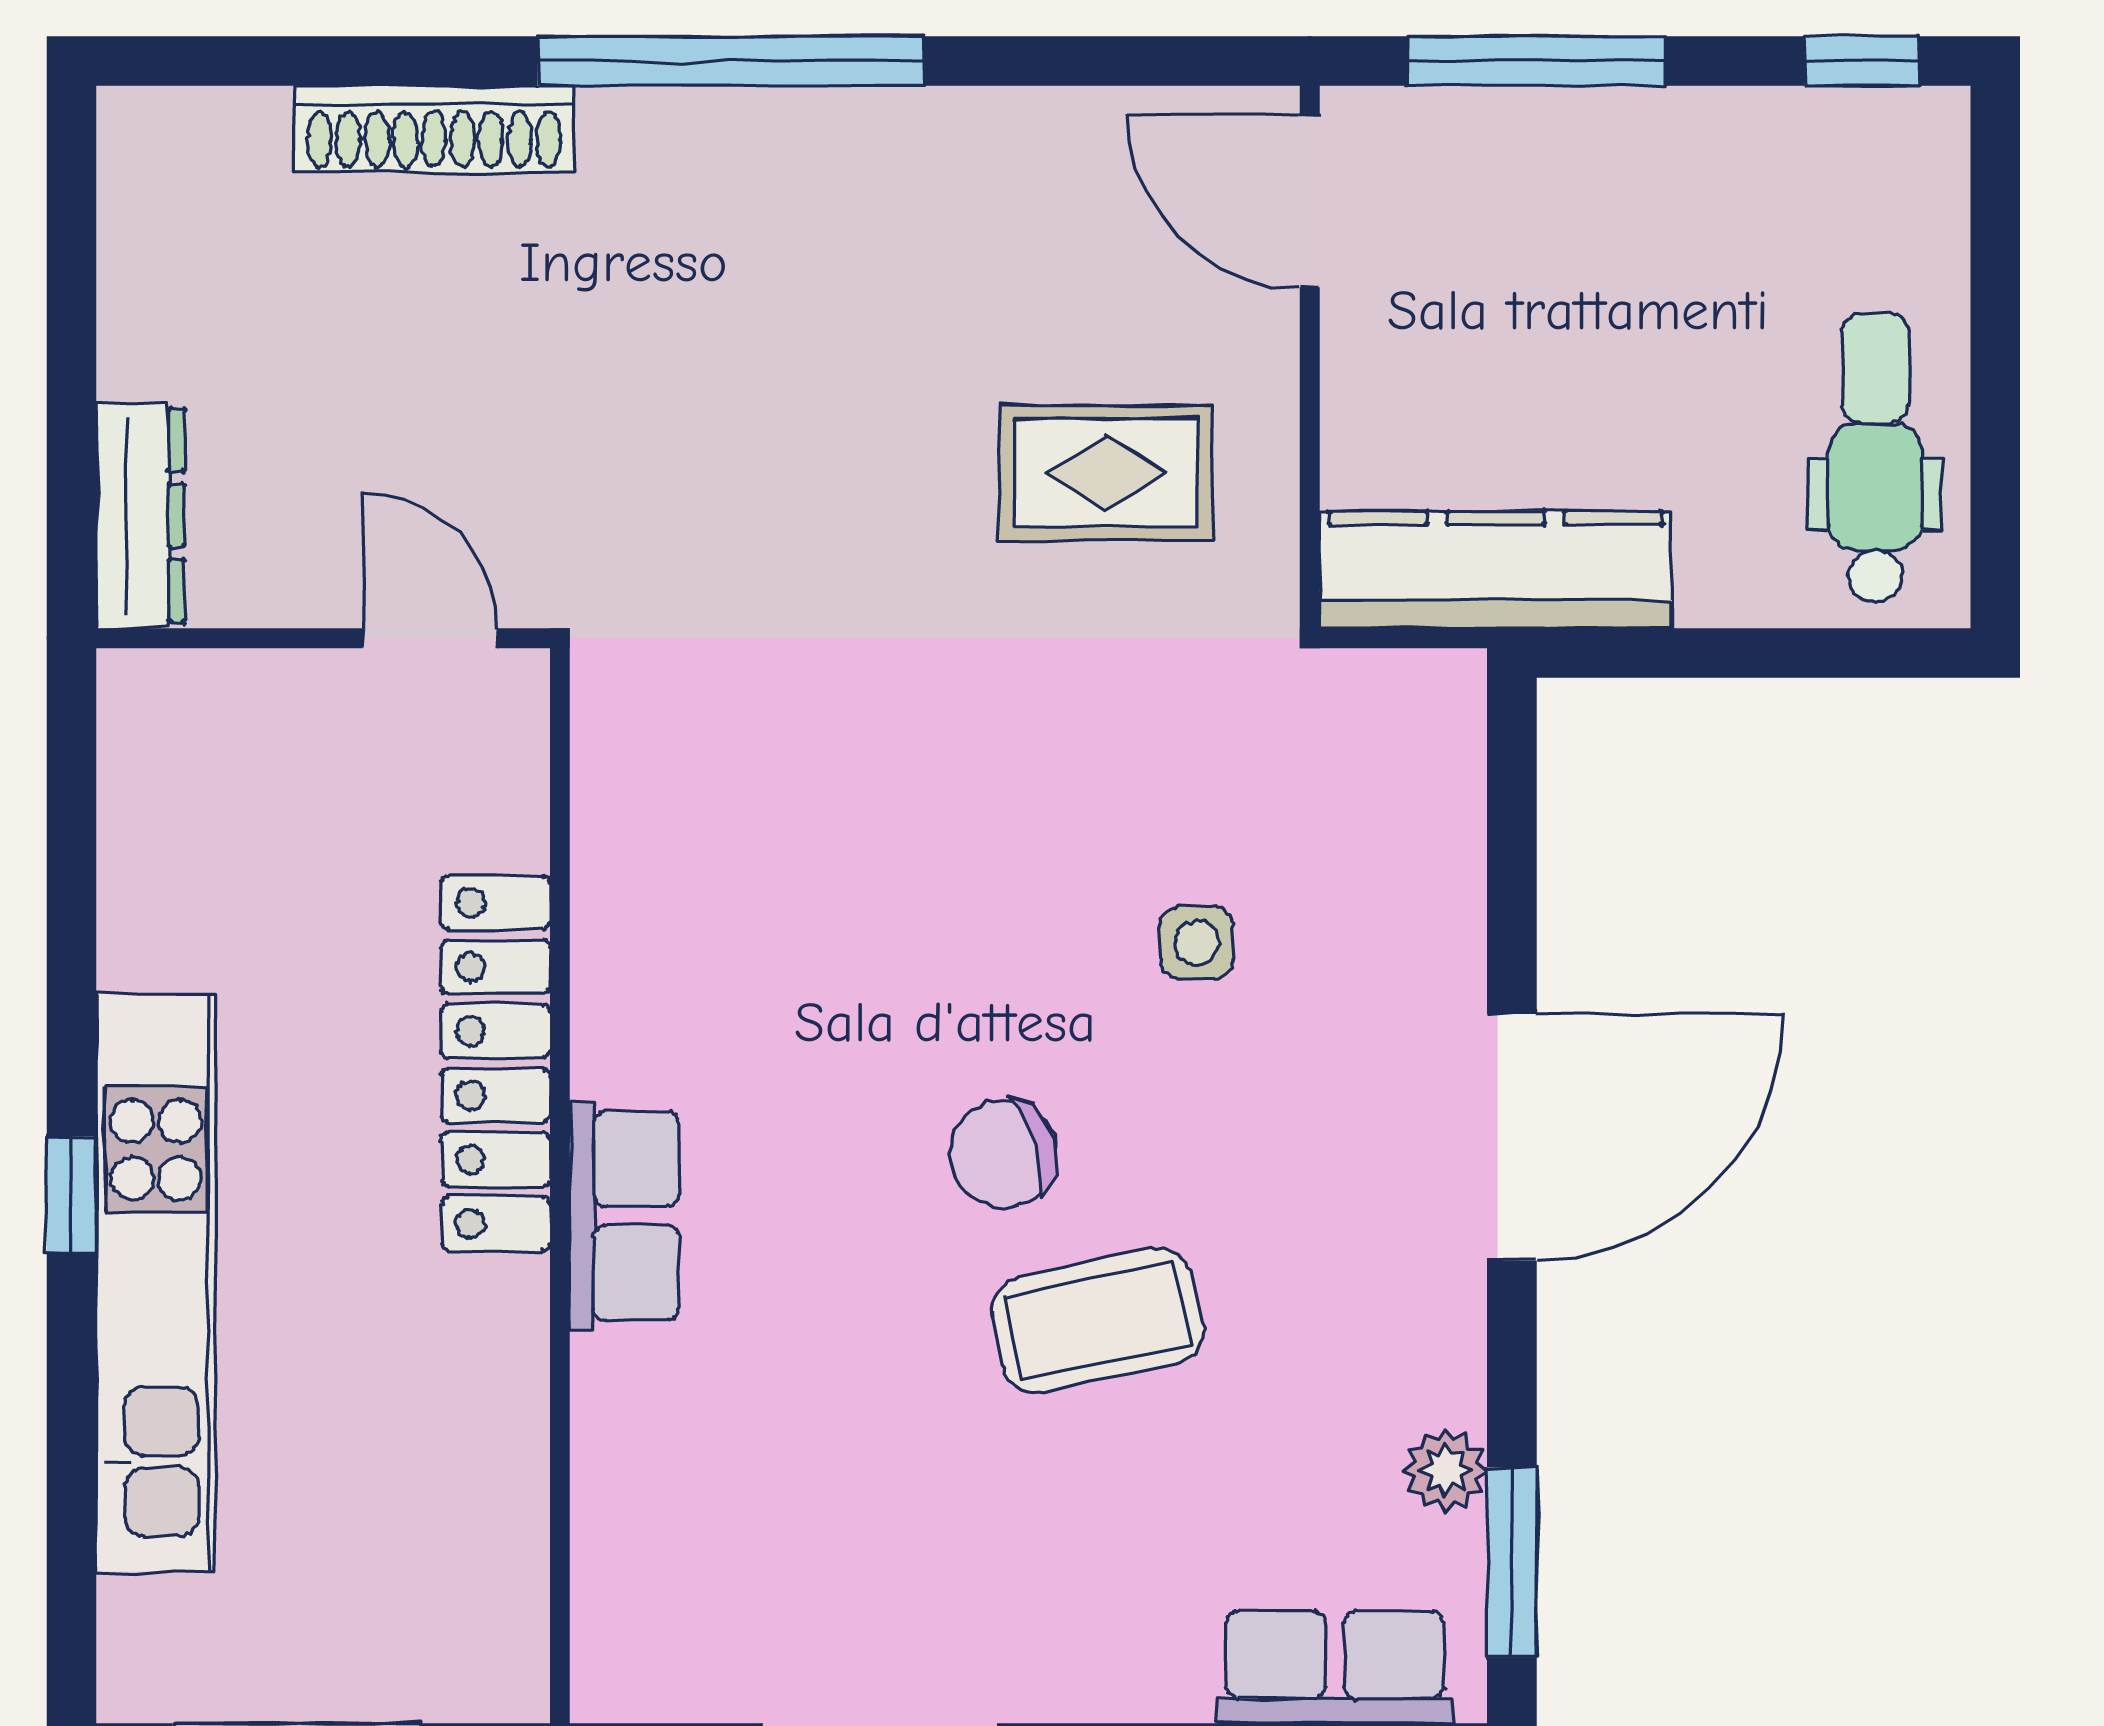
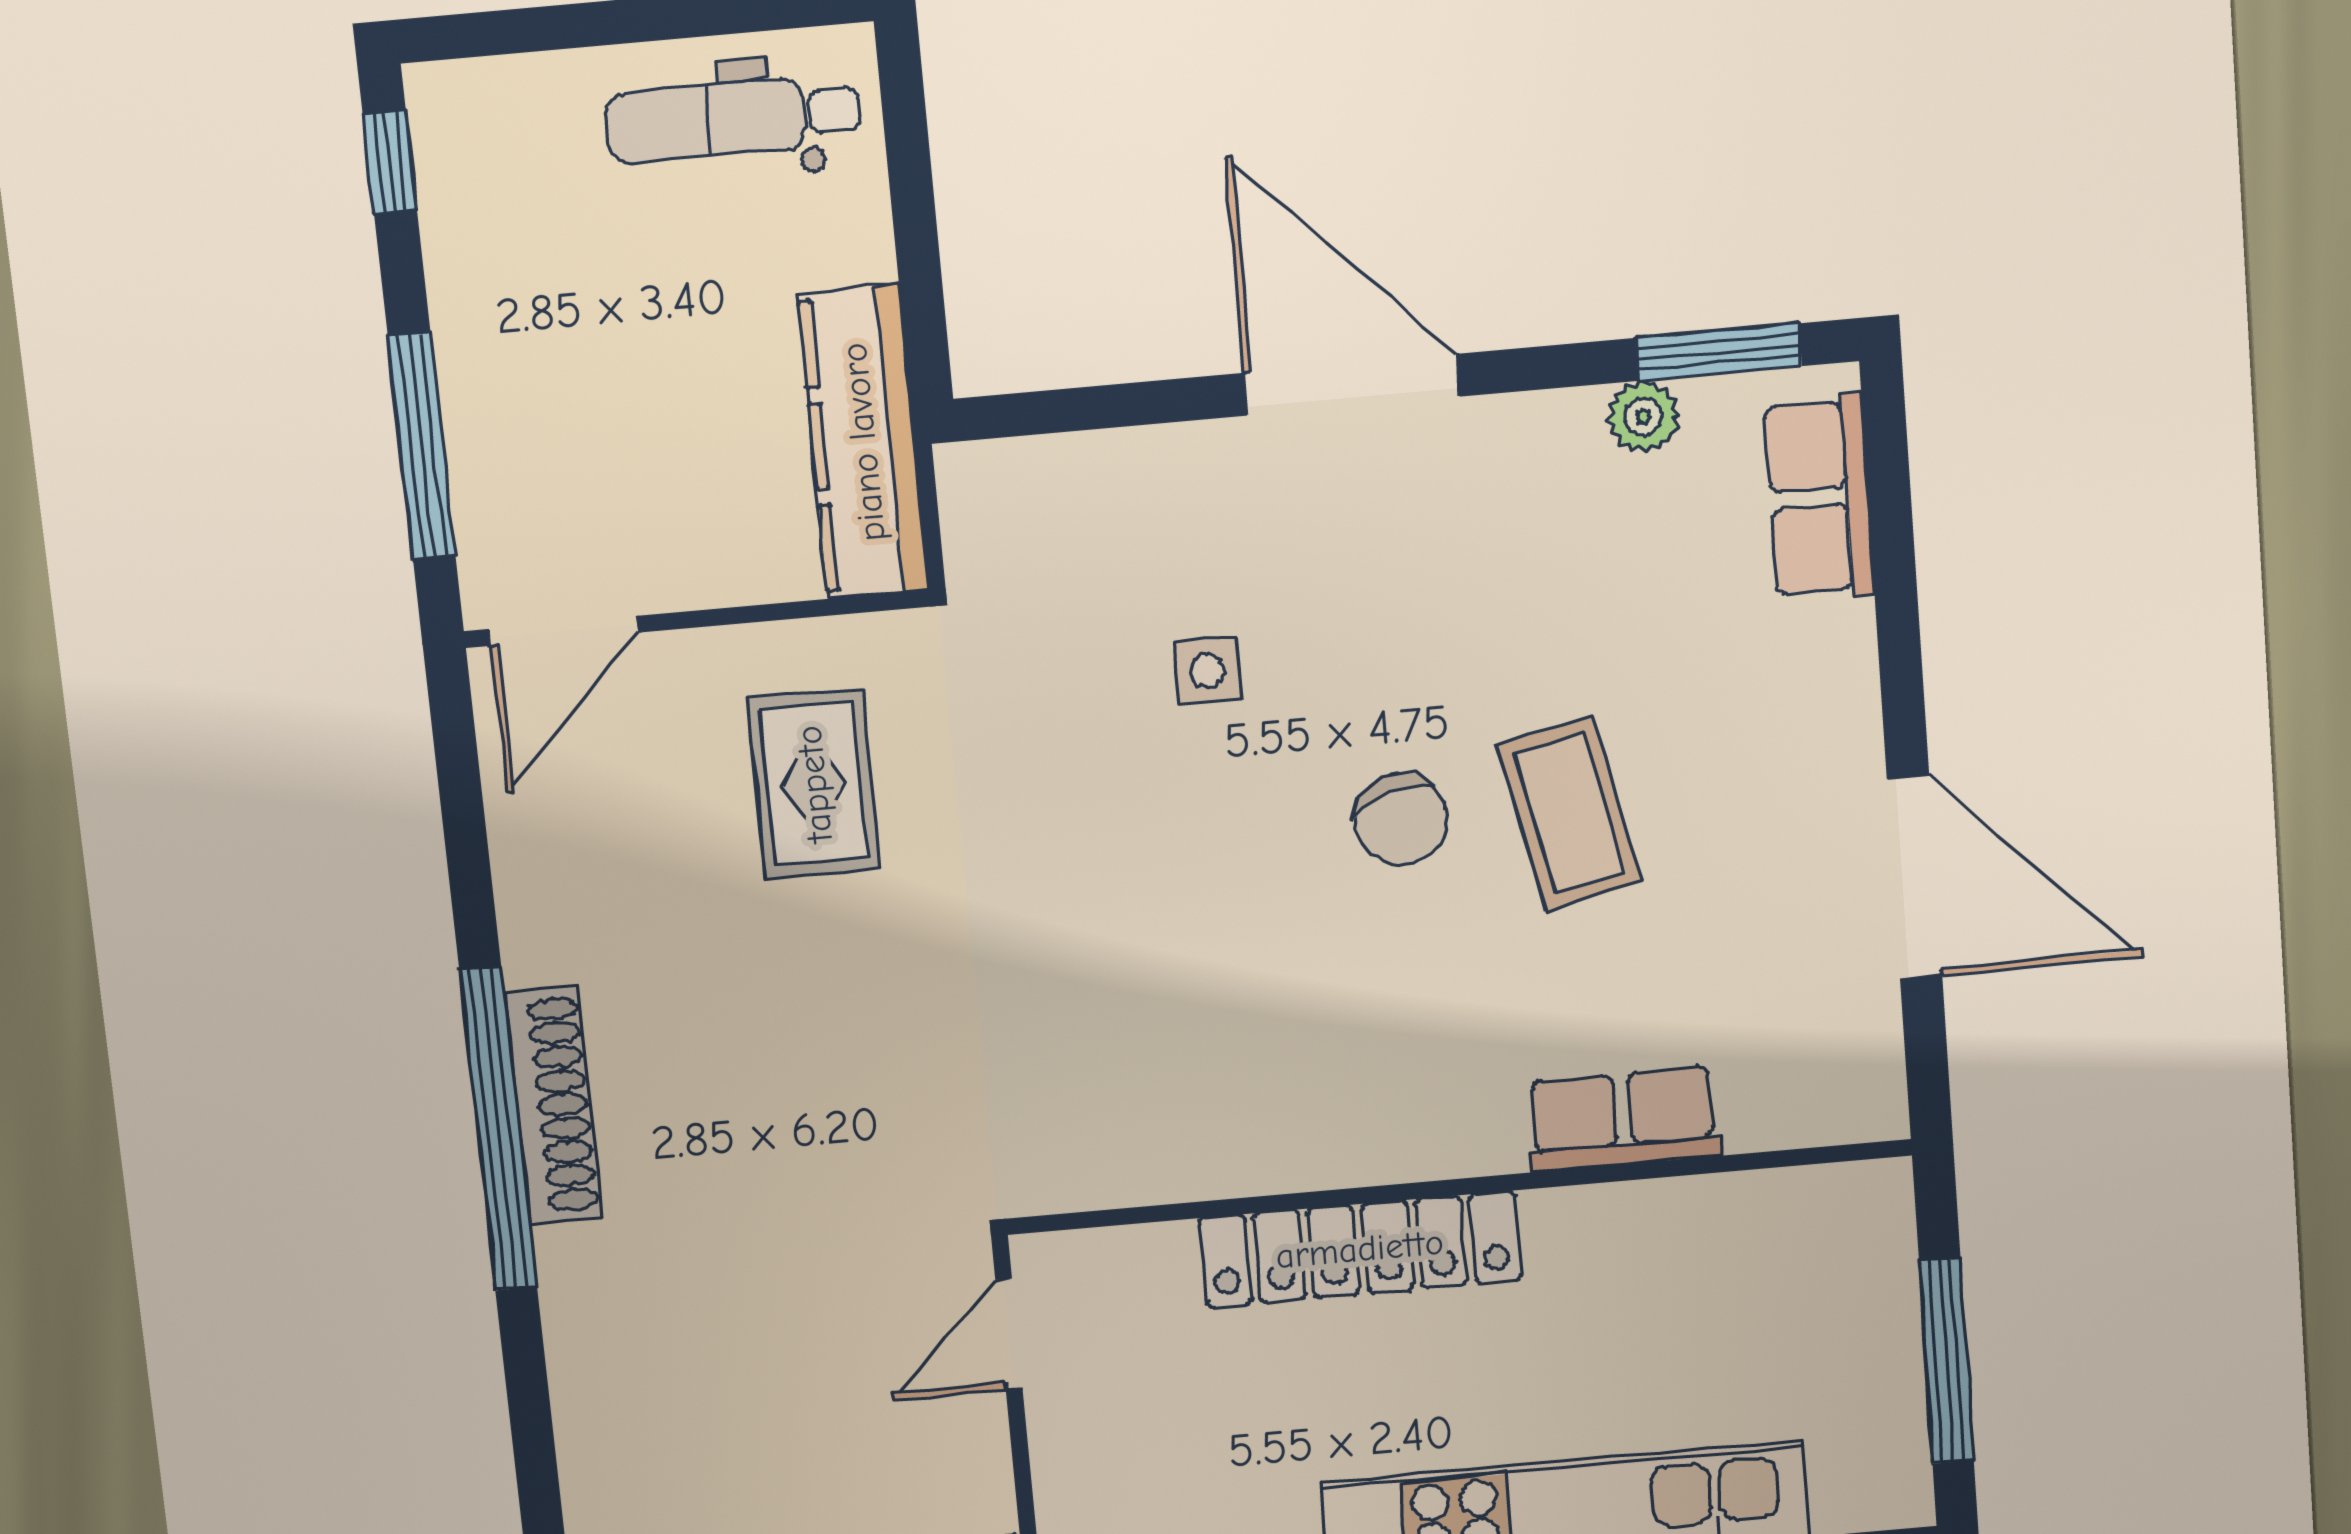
shoe rack: (434, 129) -> (553, 1105), moved
row of seats: (624, 1216) -> (1623, 1119), moved
coffee table: (1097, 1320) -> (1570, 814), moved

